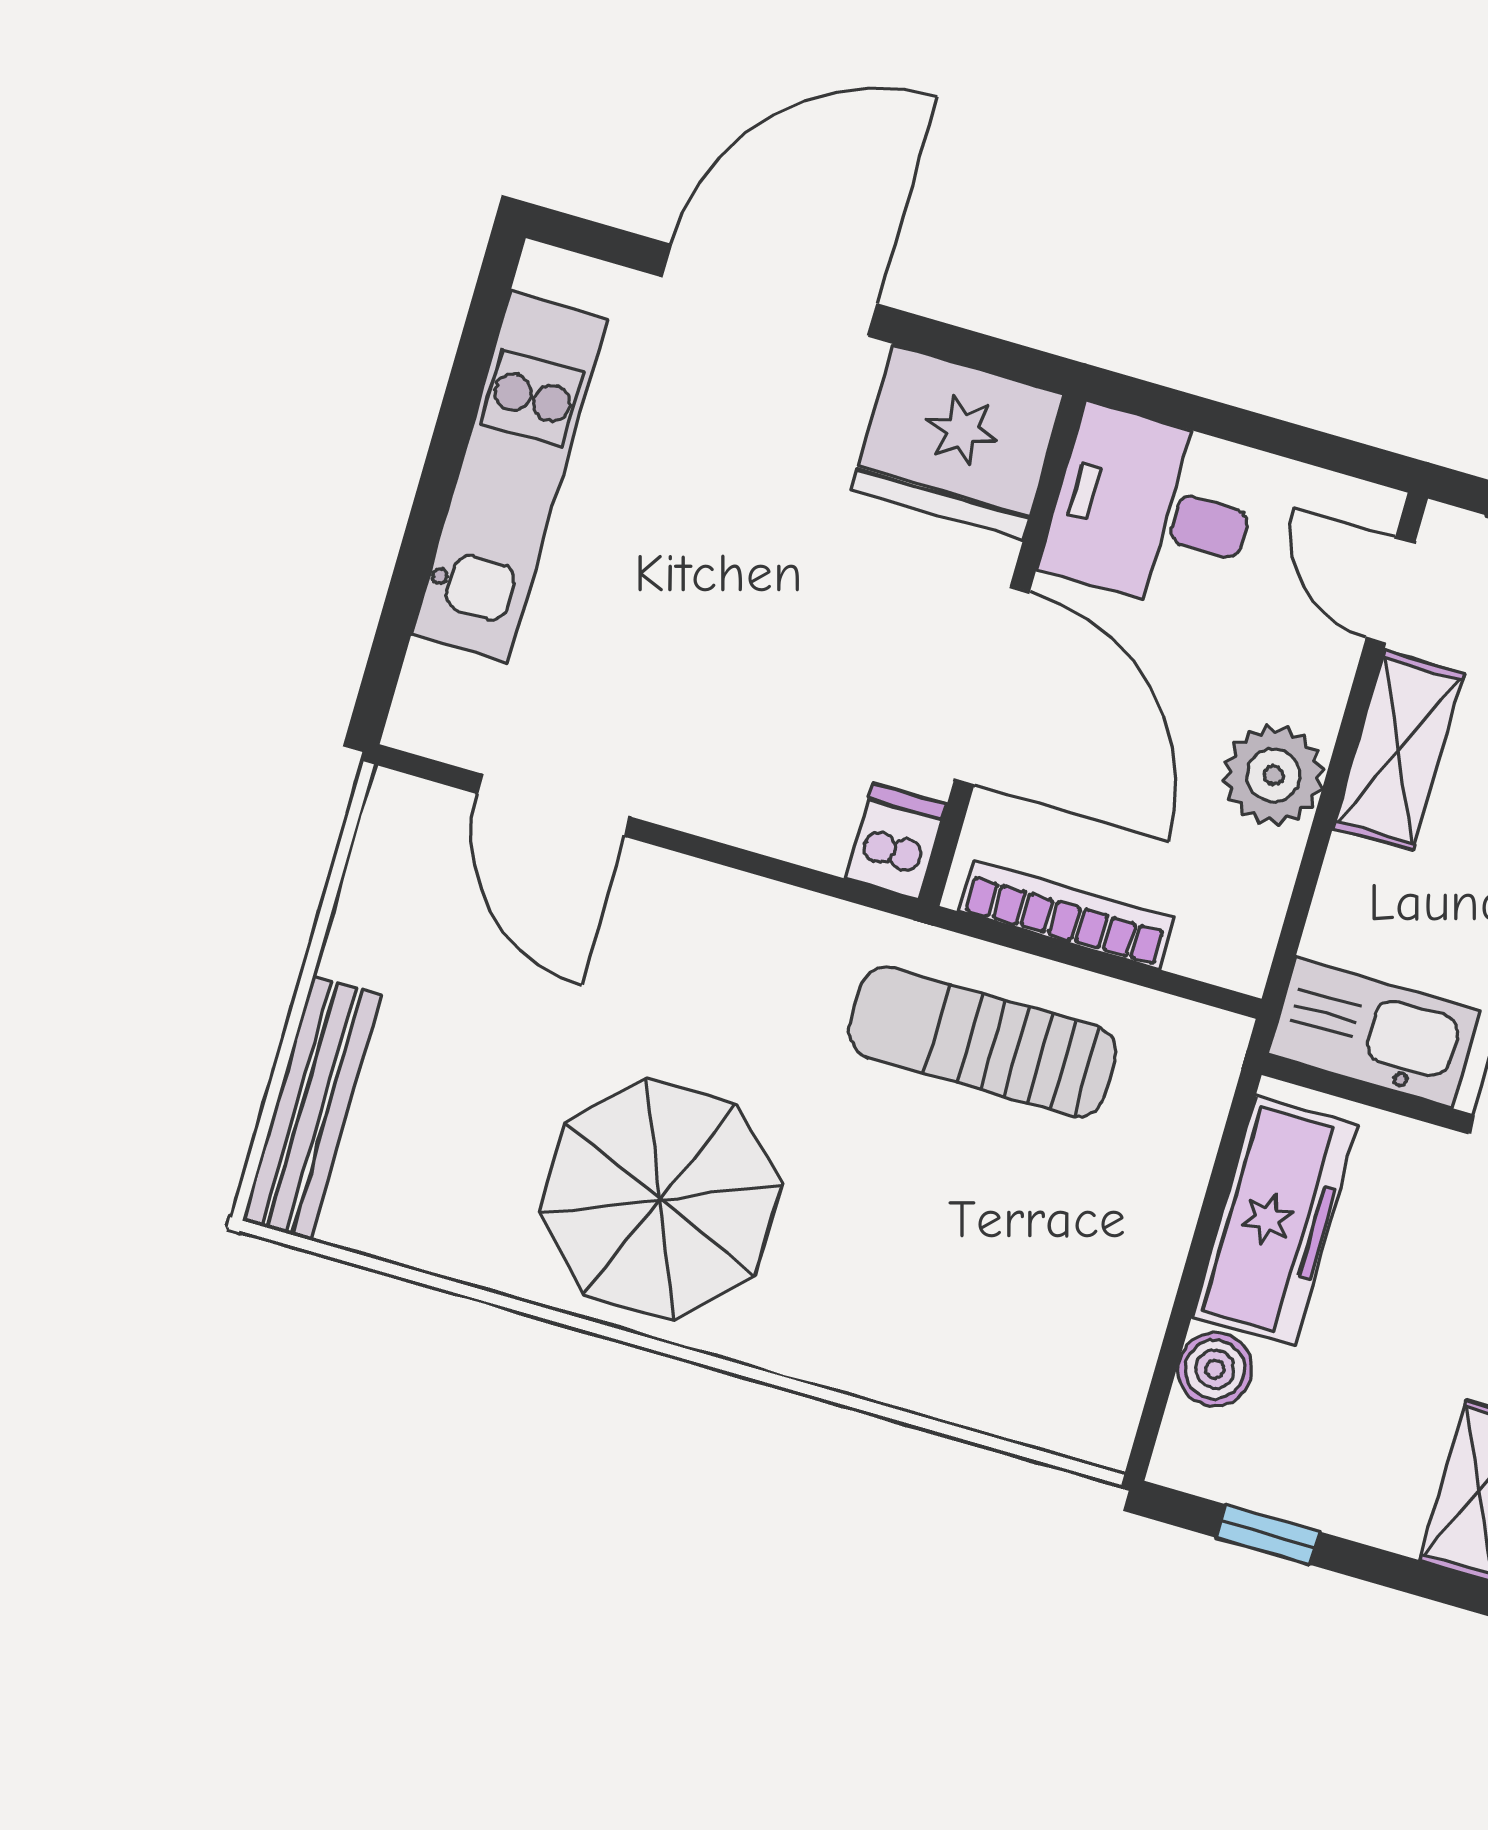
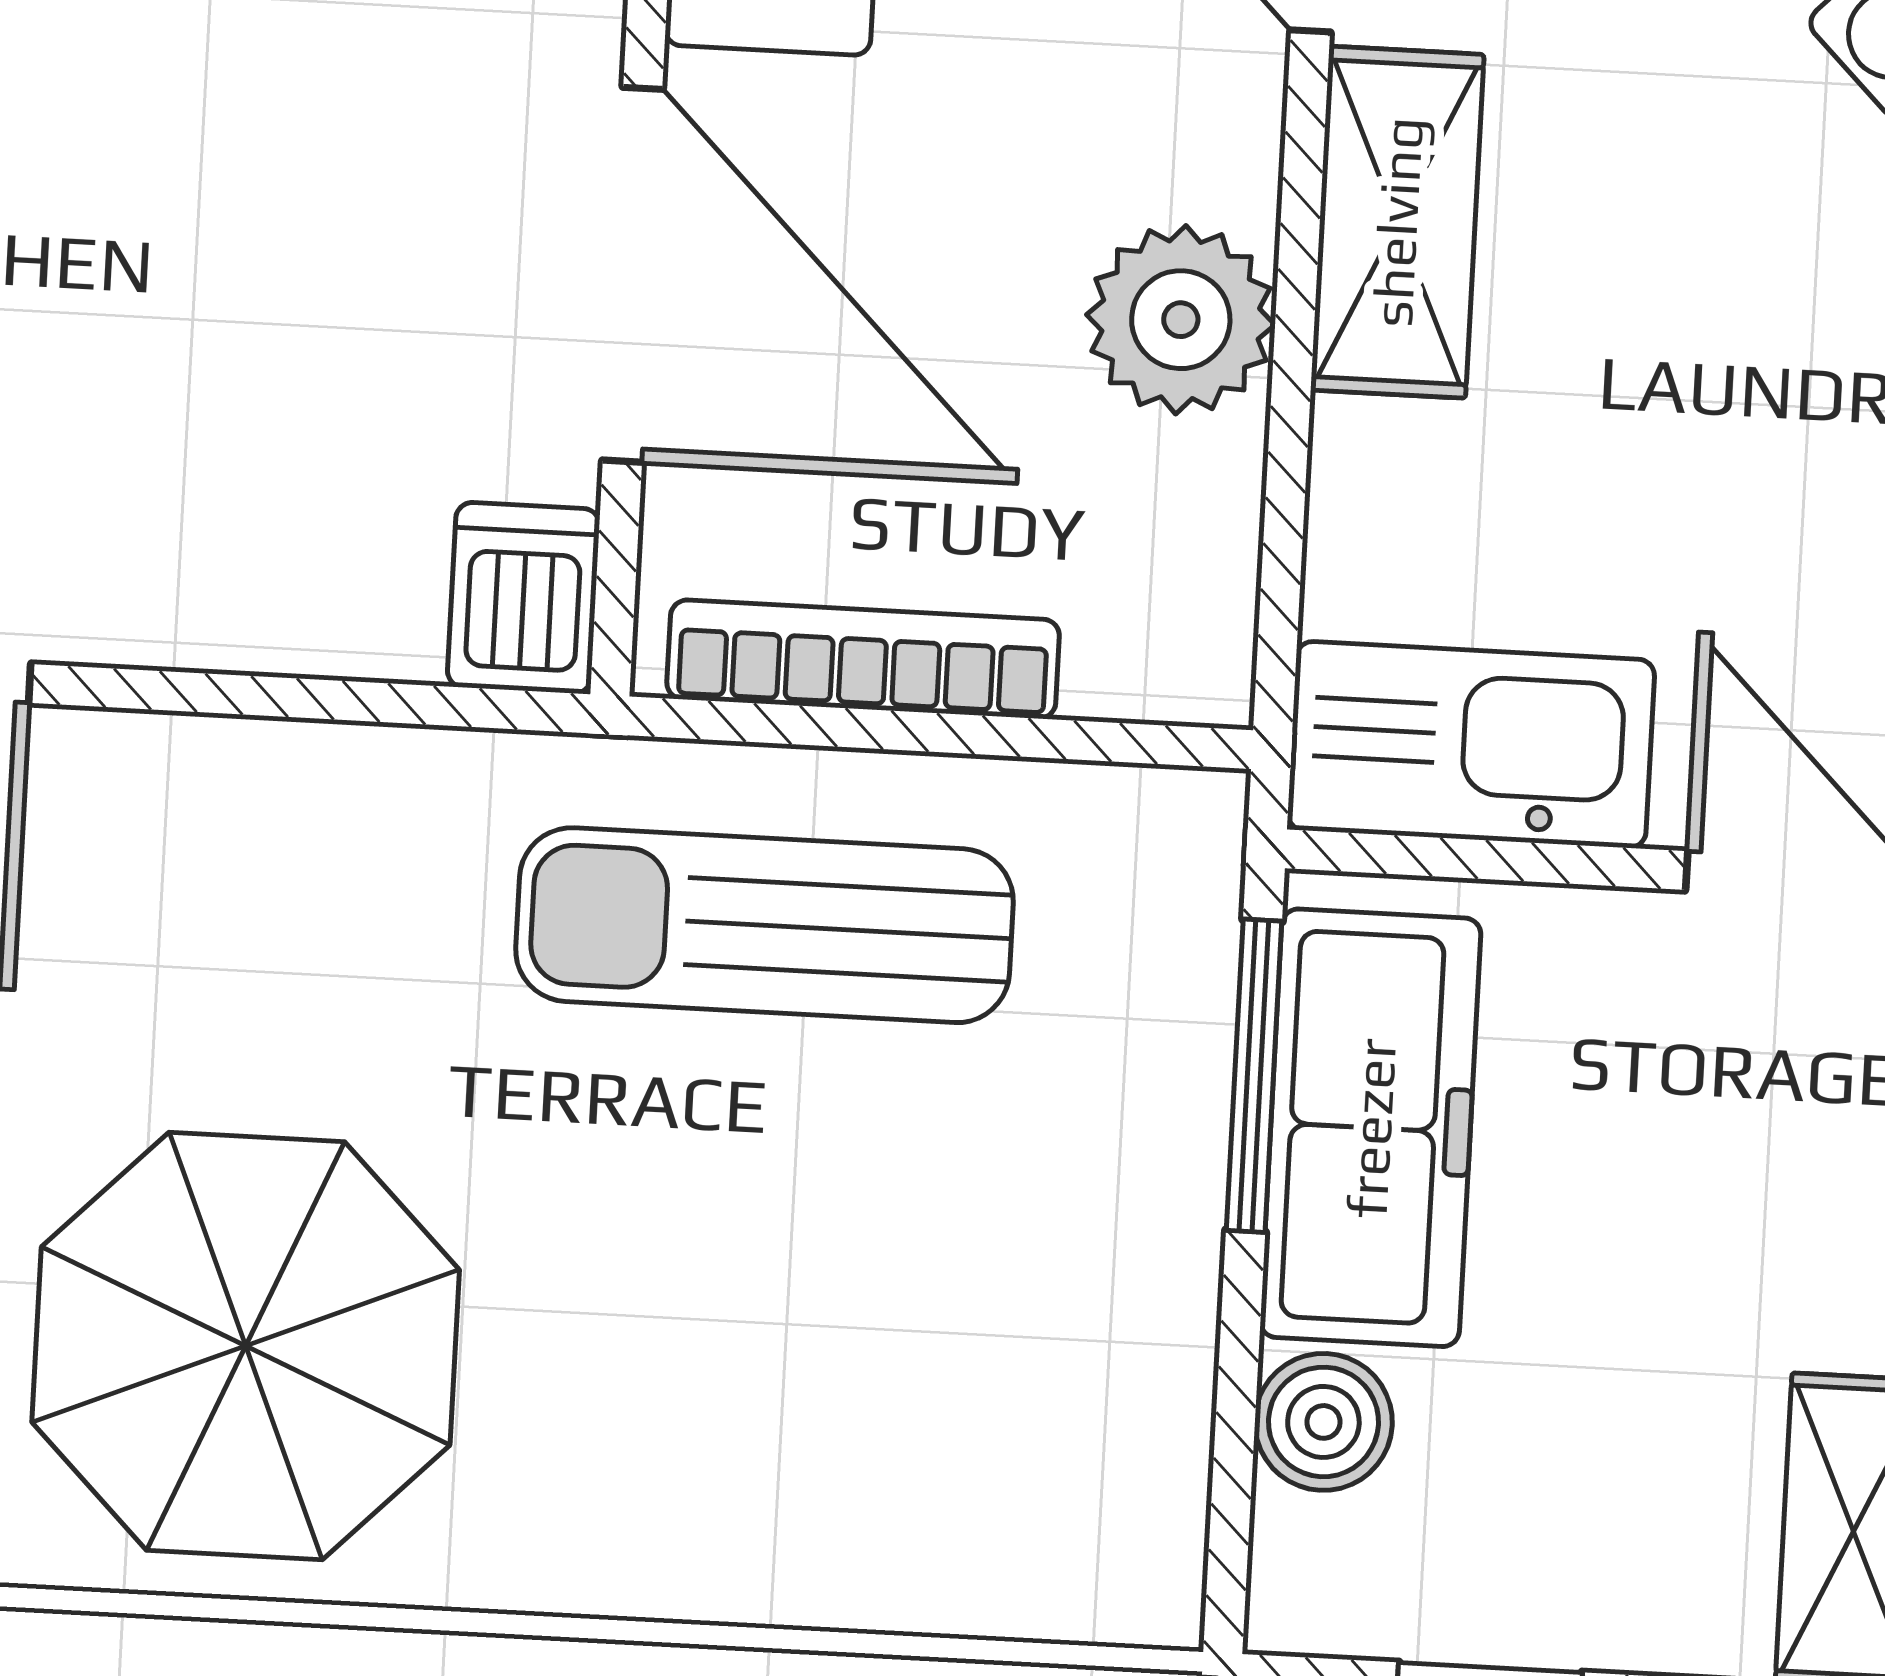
window: (1220, 1180) -> (1254, 1076), added

